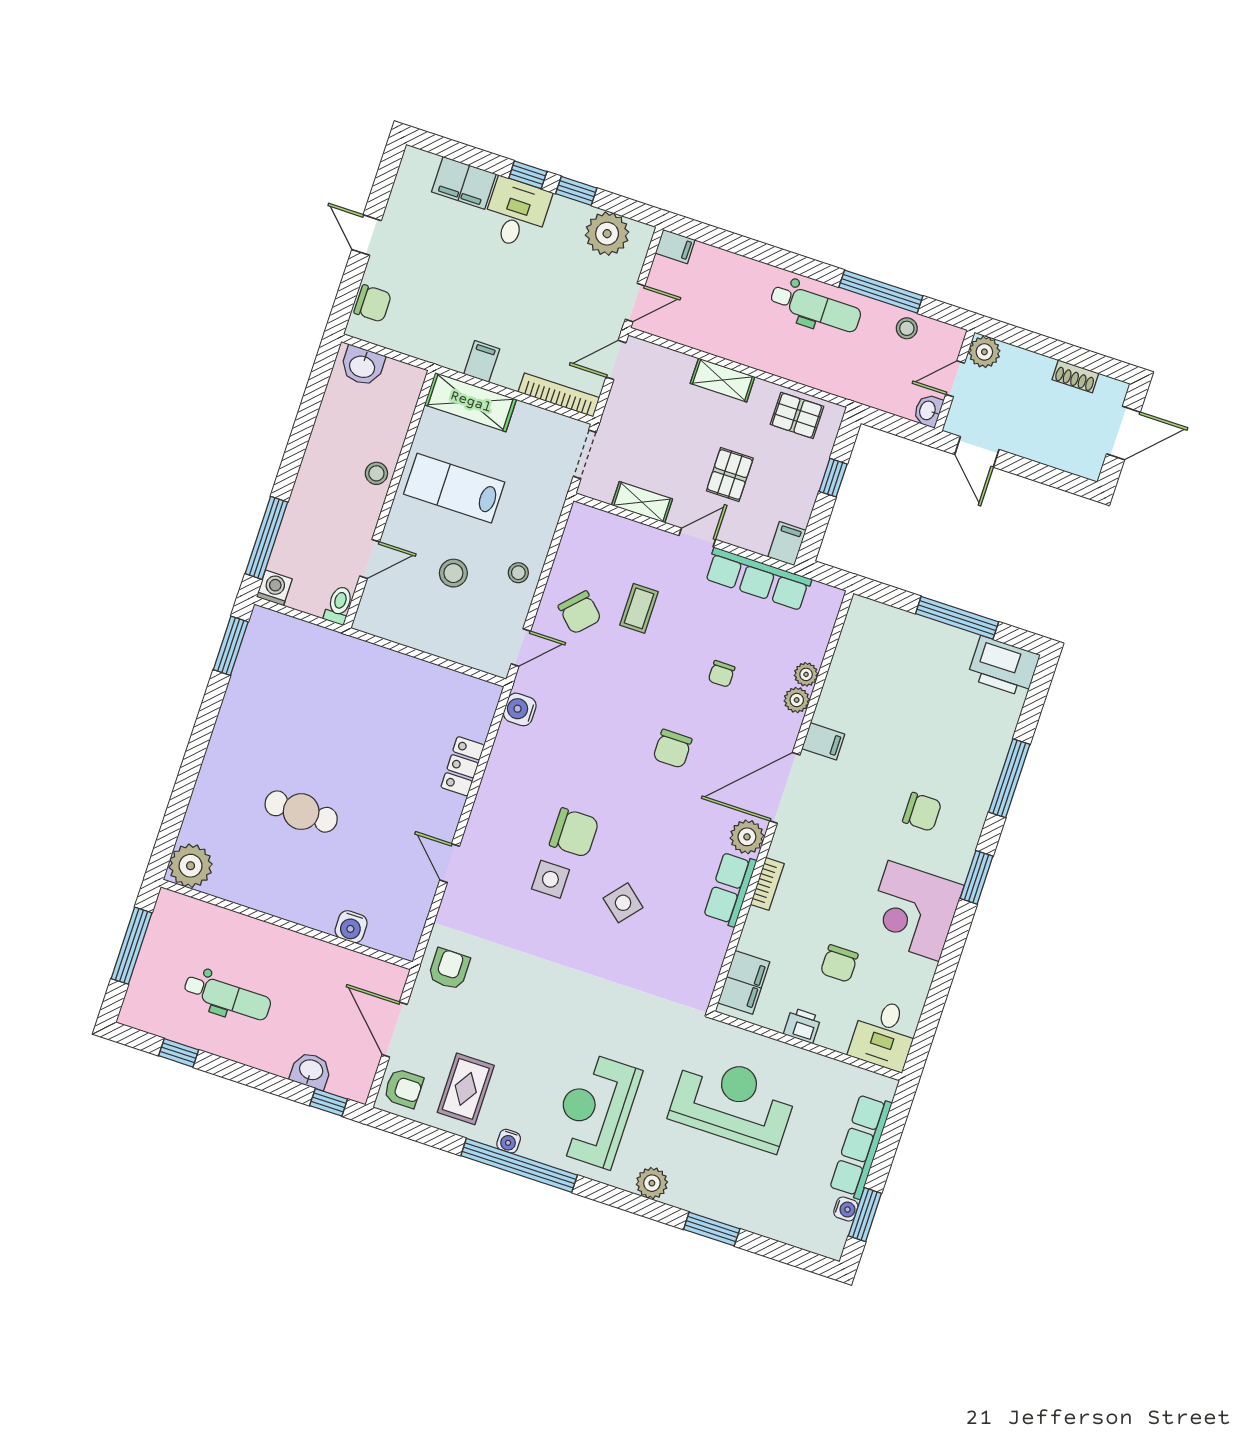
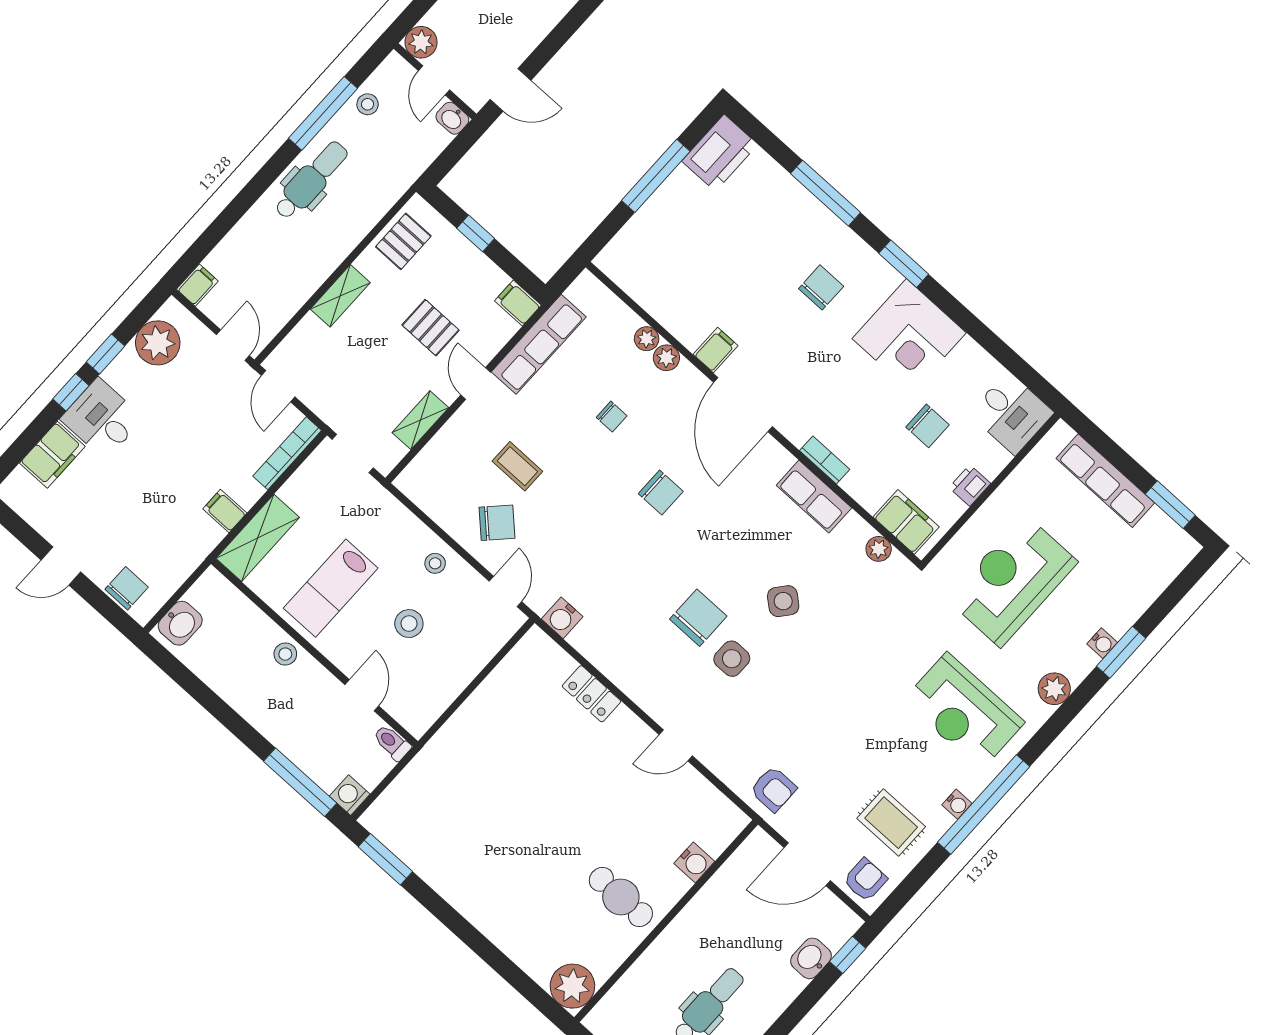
cafe table: (301, 812) -> (621, 897), moved, turned 90
plant: (747, 837) -> (879, 549), moved, width x0.73, depth x0.73
armchair: (449, 969) -> (773, 789), turned 180
water cooler: (846, 1209) -> (1102, 643), moved, turned 90

